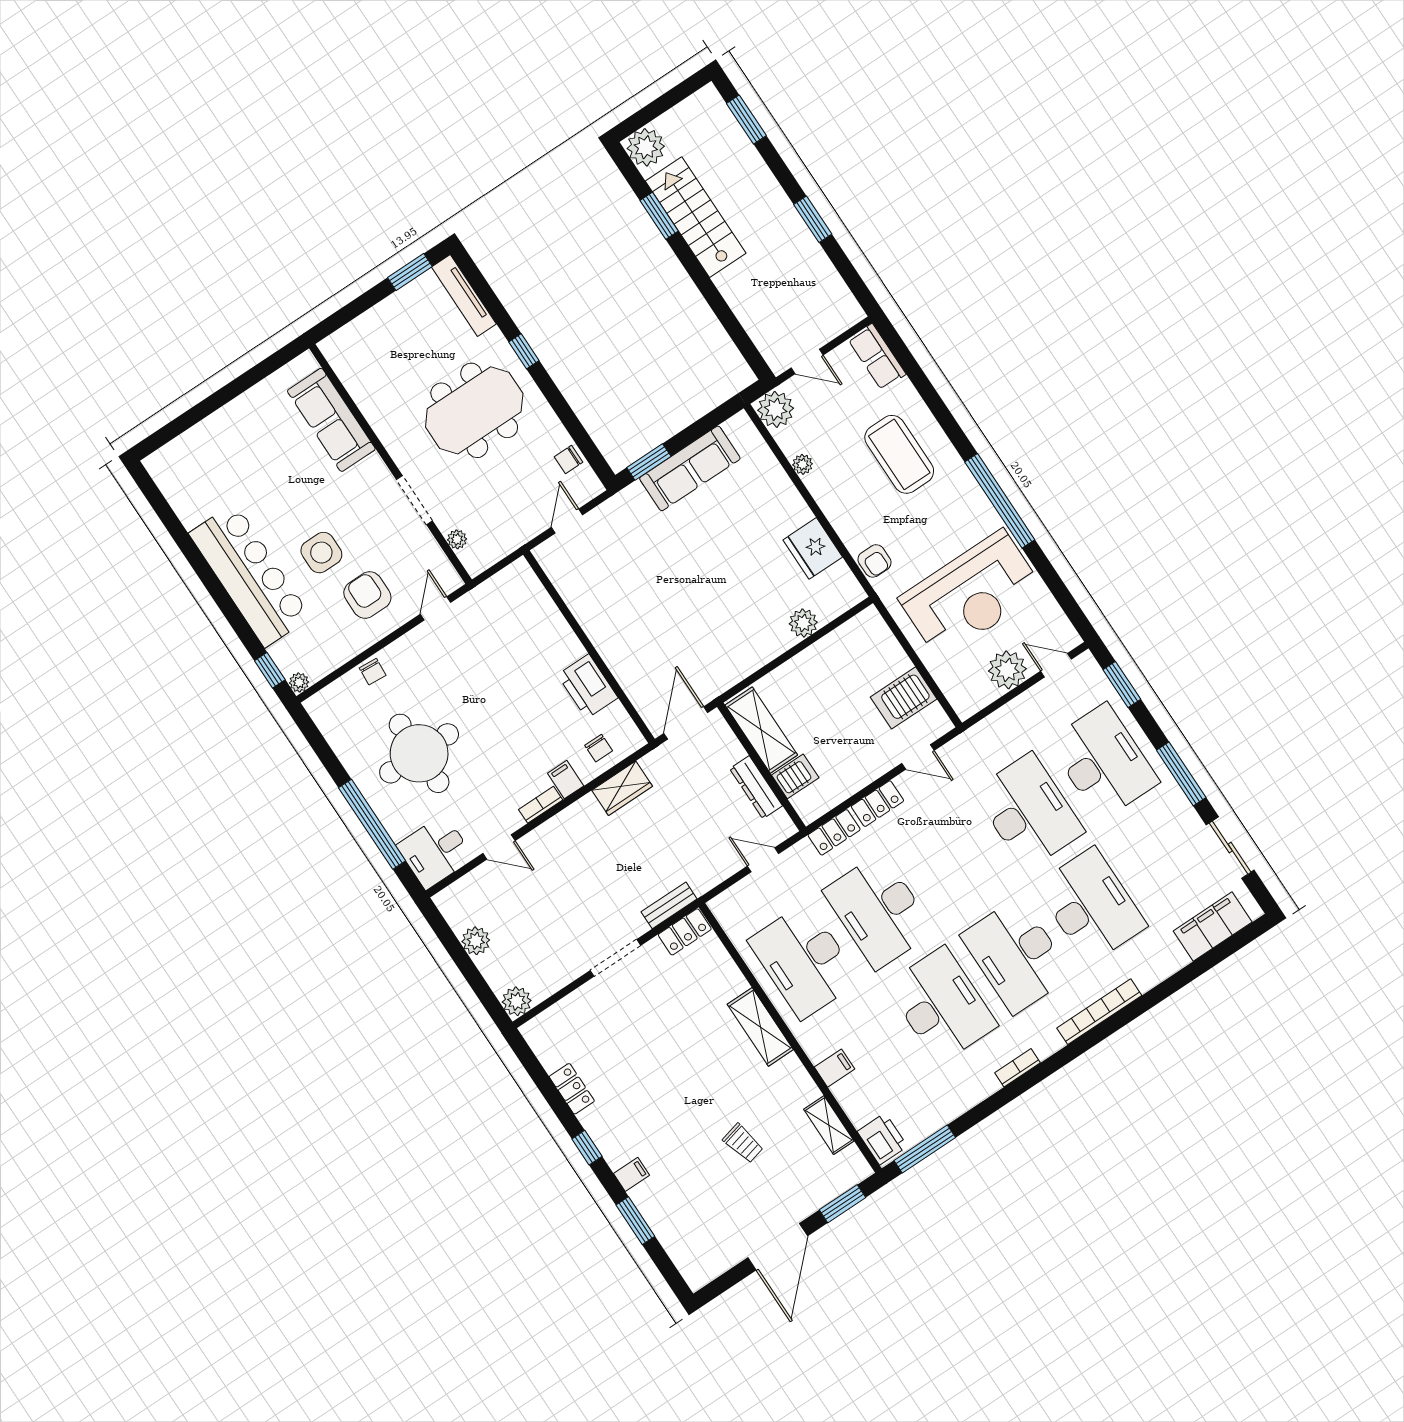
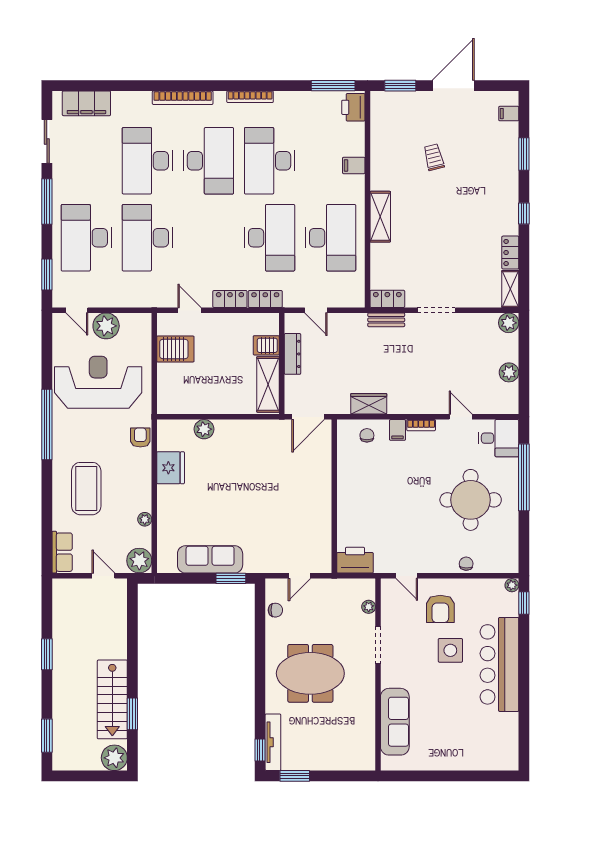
window: (524, 351) -> (260, 750), moved
door: (435, 608) -> (407, 576), hinge flipped
printer: (588, 686) -> (355, 560), moved, turned -90
bookcase: (1017, 1068) -> (250, 97), width x1.56
shelving: (829, 1125) -> (510, 289), moved
filing cabinet: (631, 1174) -> (509, 114), moved

